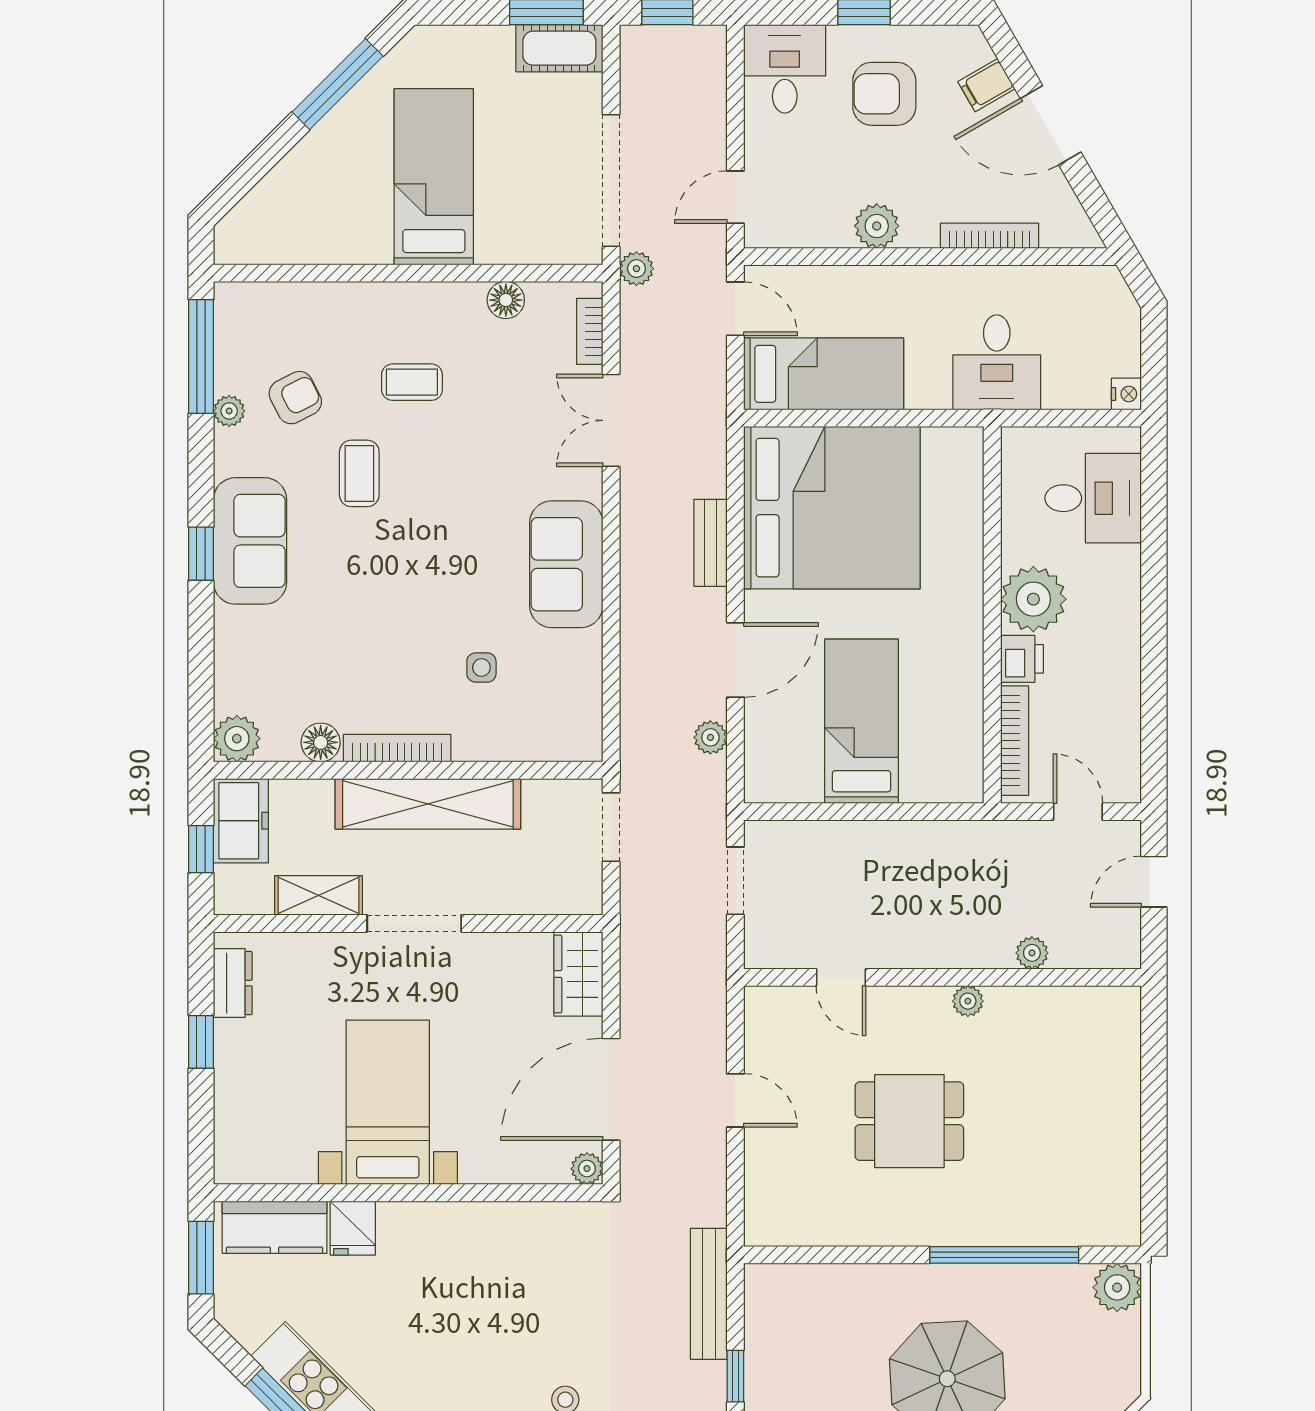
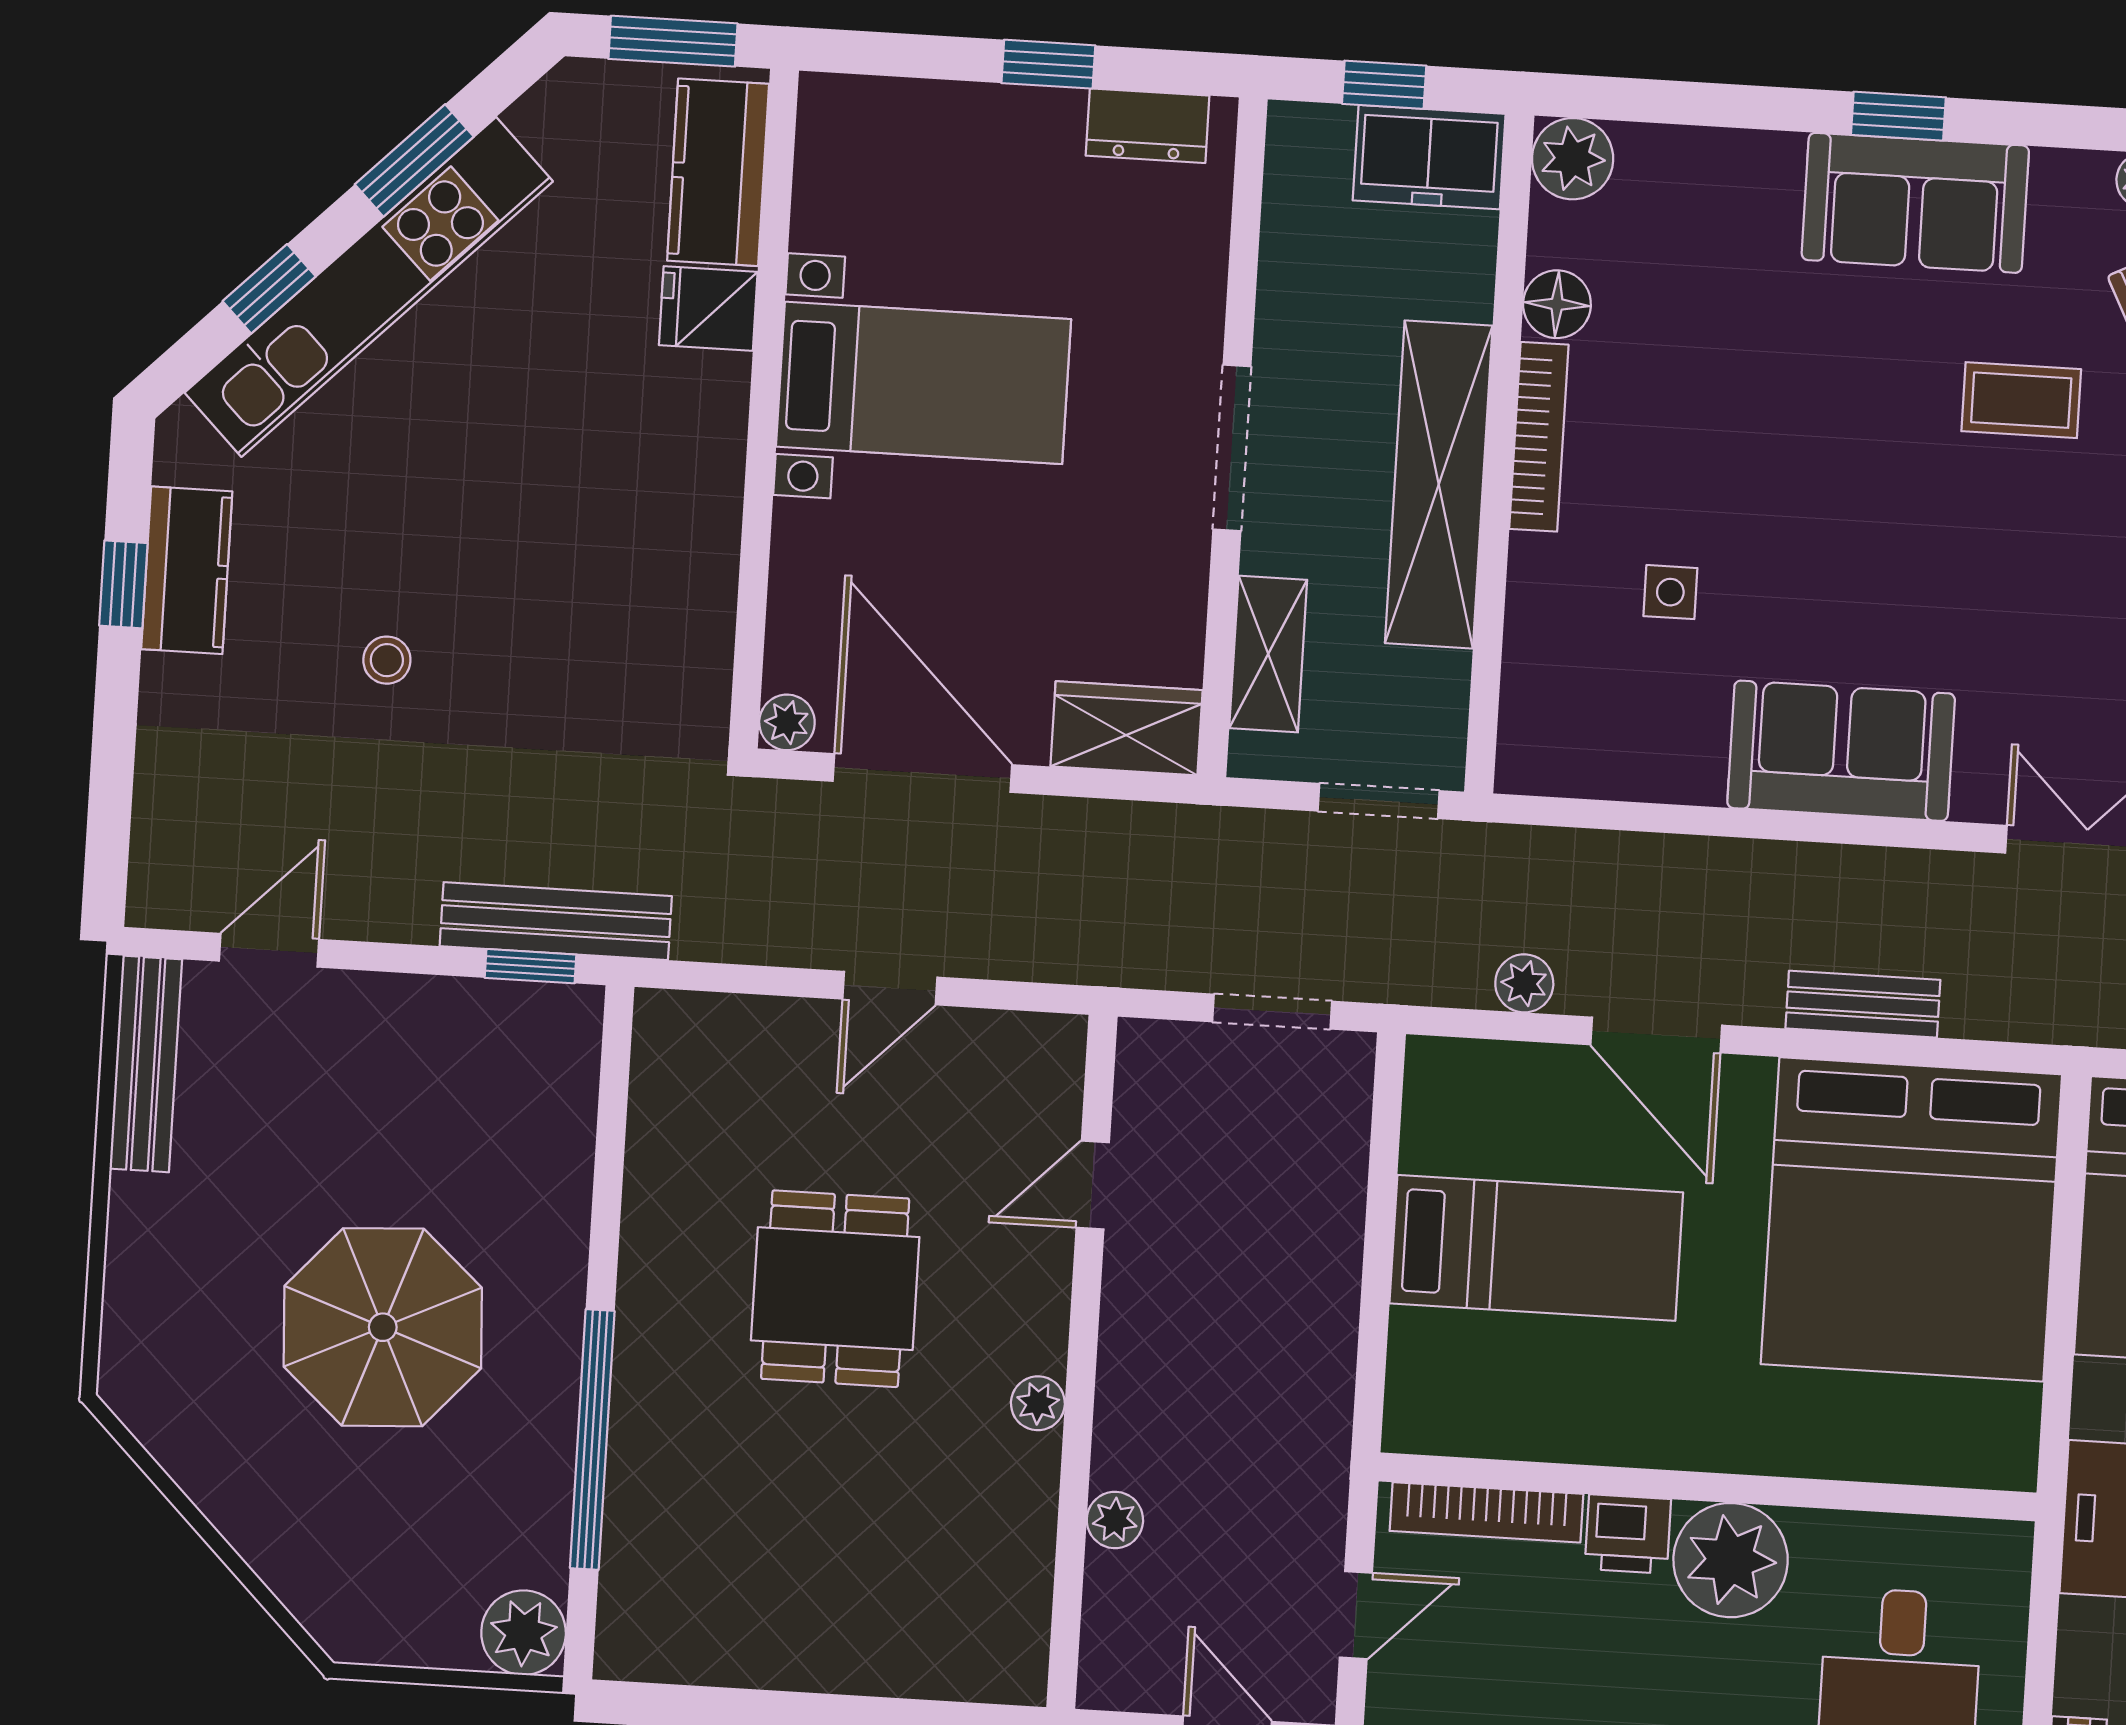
shelving: (319, 895) -> (1268, 654), moved
window: (735, 1376) -> (530, 966), moved

